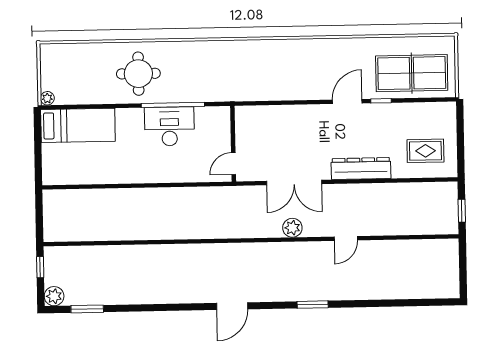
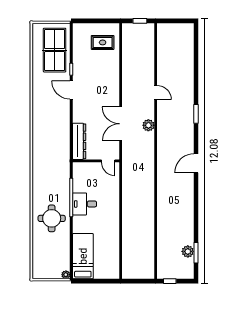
desk: (169, 126) -> (85, 204), width x0.73
rug: (425, 151) -> (103, 42), turned 90
dresser: (361, 169) -> (79, 141), moved, turned 180
double door: (294, 183) -> (121, 124), swing flipped
plant: (54, 296) -> (188, 251), moved
door: (232, 306) -> (196, 163), swing flipped

